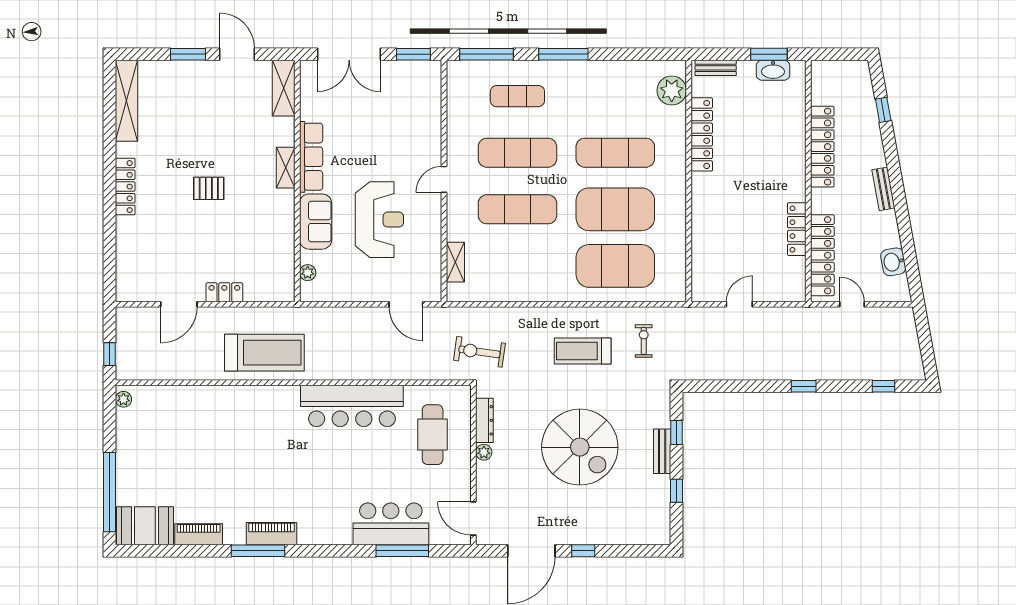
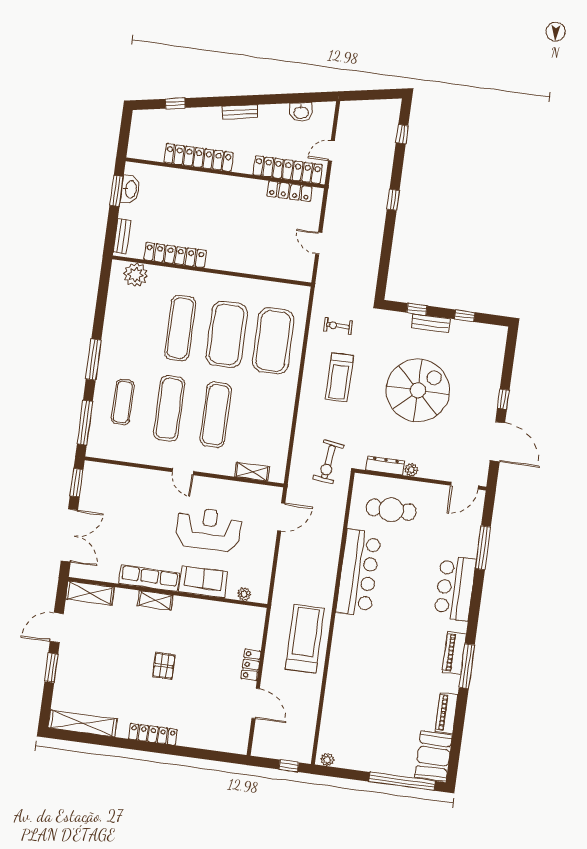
locker: (797, 229) -> (289, 191), moved
bar counter: (391, 524) -> (455, 588), moved

